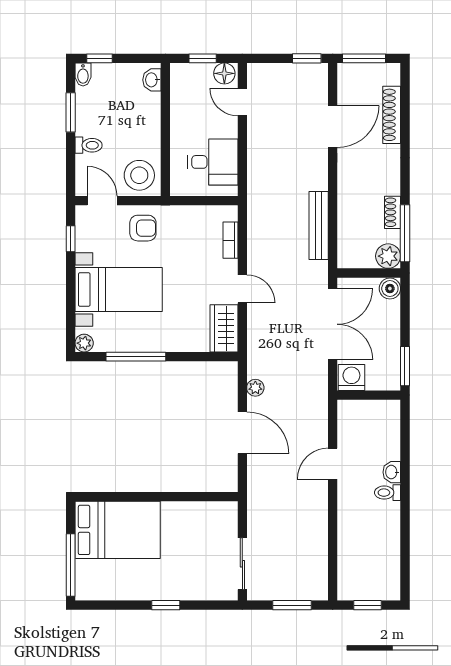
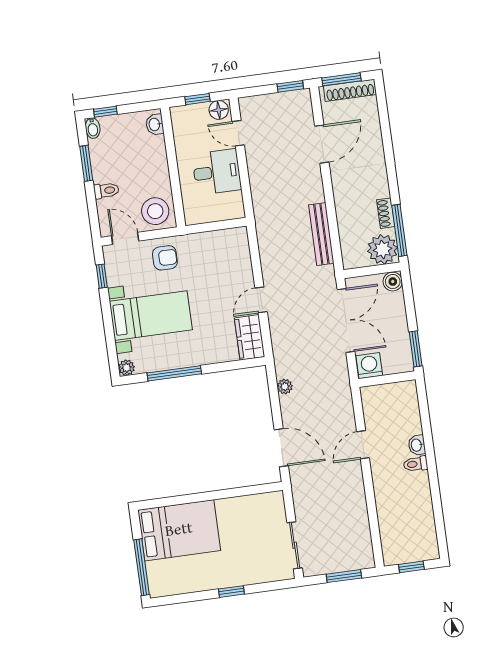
shoe rack: (392, 115) -> (350, 90), moved, turned -90
desk: (213, 162) -> (217, 172), moved
bookcase: (230, 240) -> (244, 258), removed
plant: (388, 256) -> (383, 249), width x1.36, depth x1.36
door: (242, 289) -> (261, 300), swing flipped
door: (242, 433) -> (281, 448), moved

